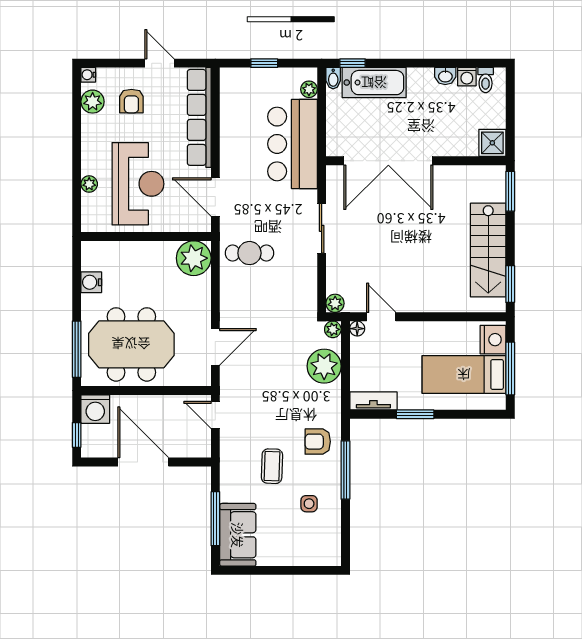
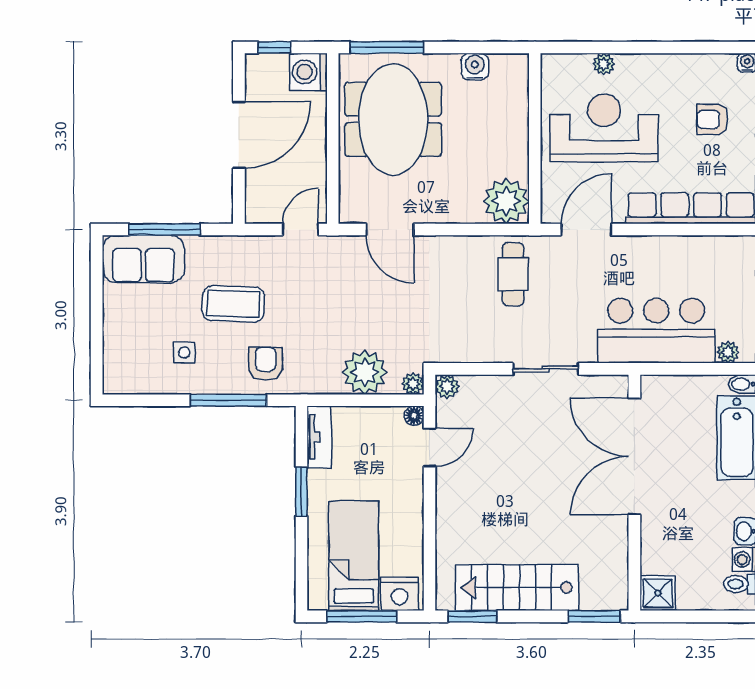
plant: (93, 102) -> (712, 68), removed
reception desk: (138, 184) -> (604, 128), turned 180
coffee table: (272, 466) -> (233, 304), width x1.36, depth x1.30

